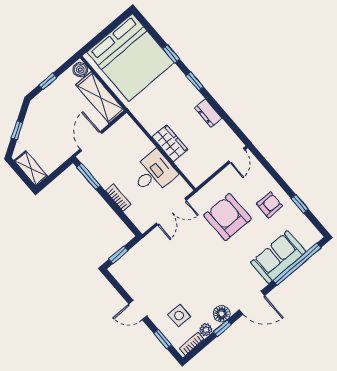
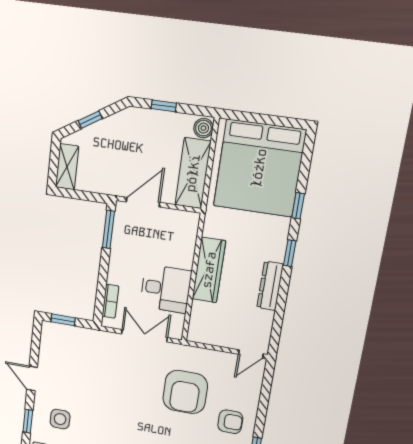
dresser: (208, 113) -> (270, 286), width x1.44
wardrobe: (170, 143) -> (209, 270), width x1.50
bookcase: (118, 198) -> (110, 301), moved
double door: (171, 212) -> (144, 336), swing flipped
armchair: (228, 217) -> (185, 392), turned 180

